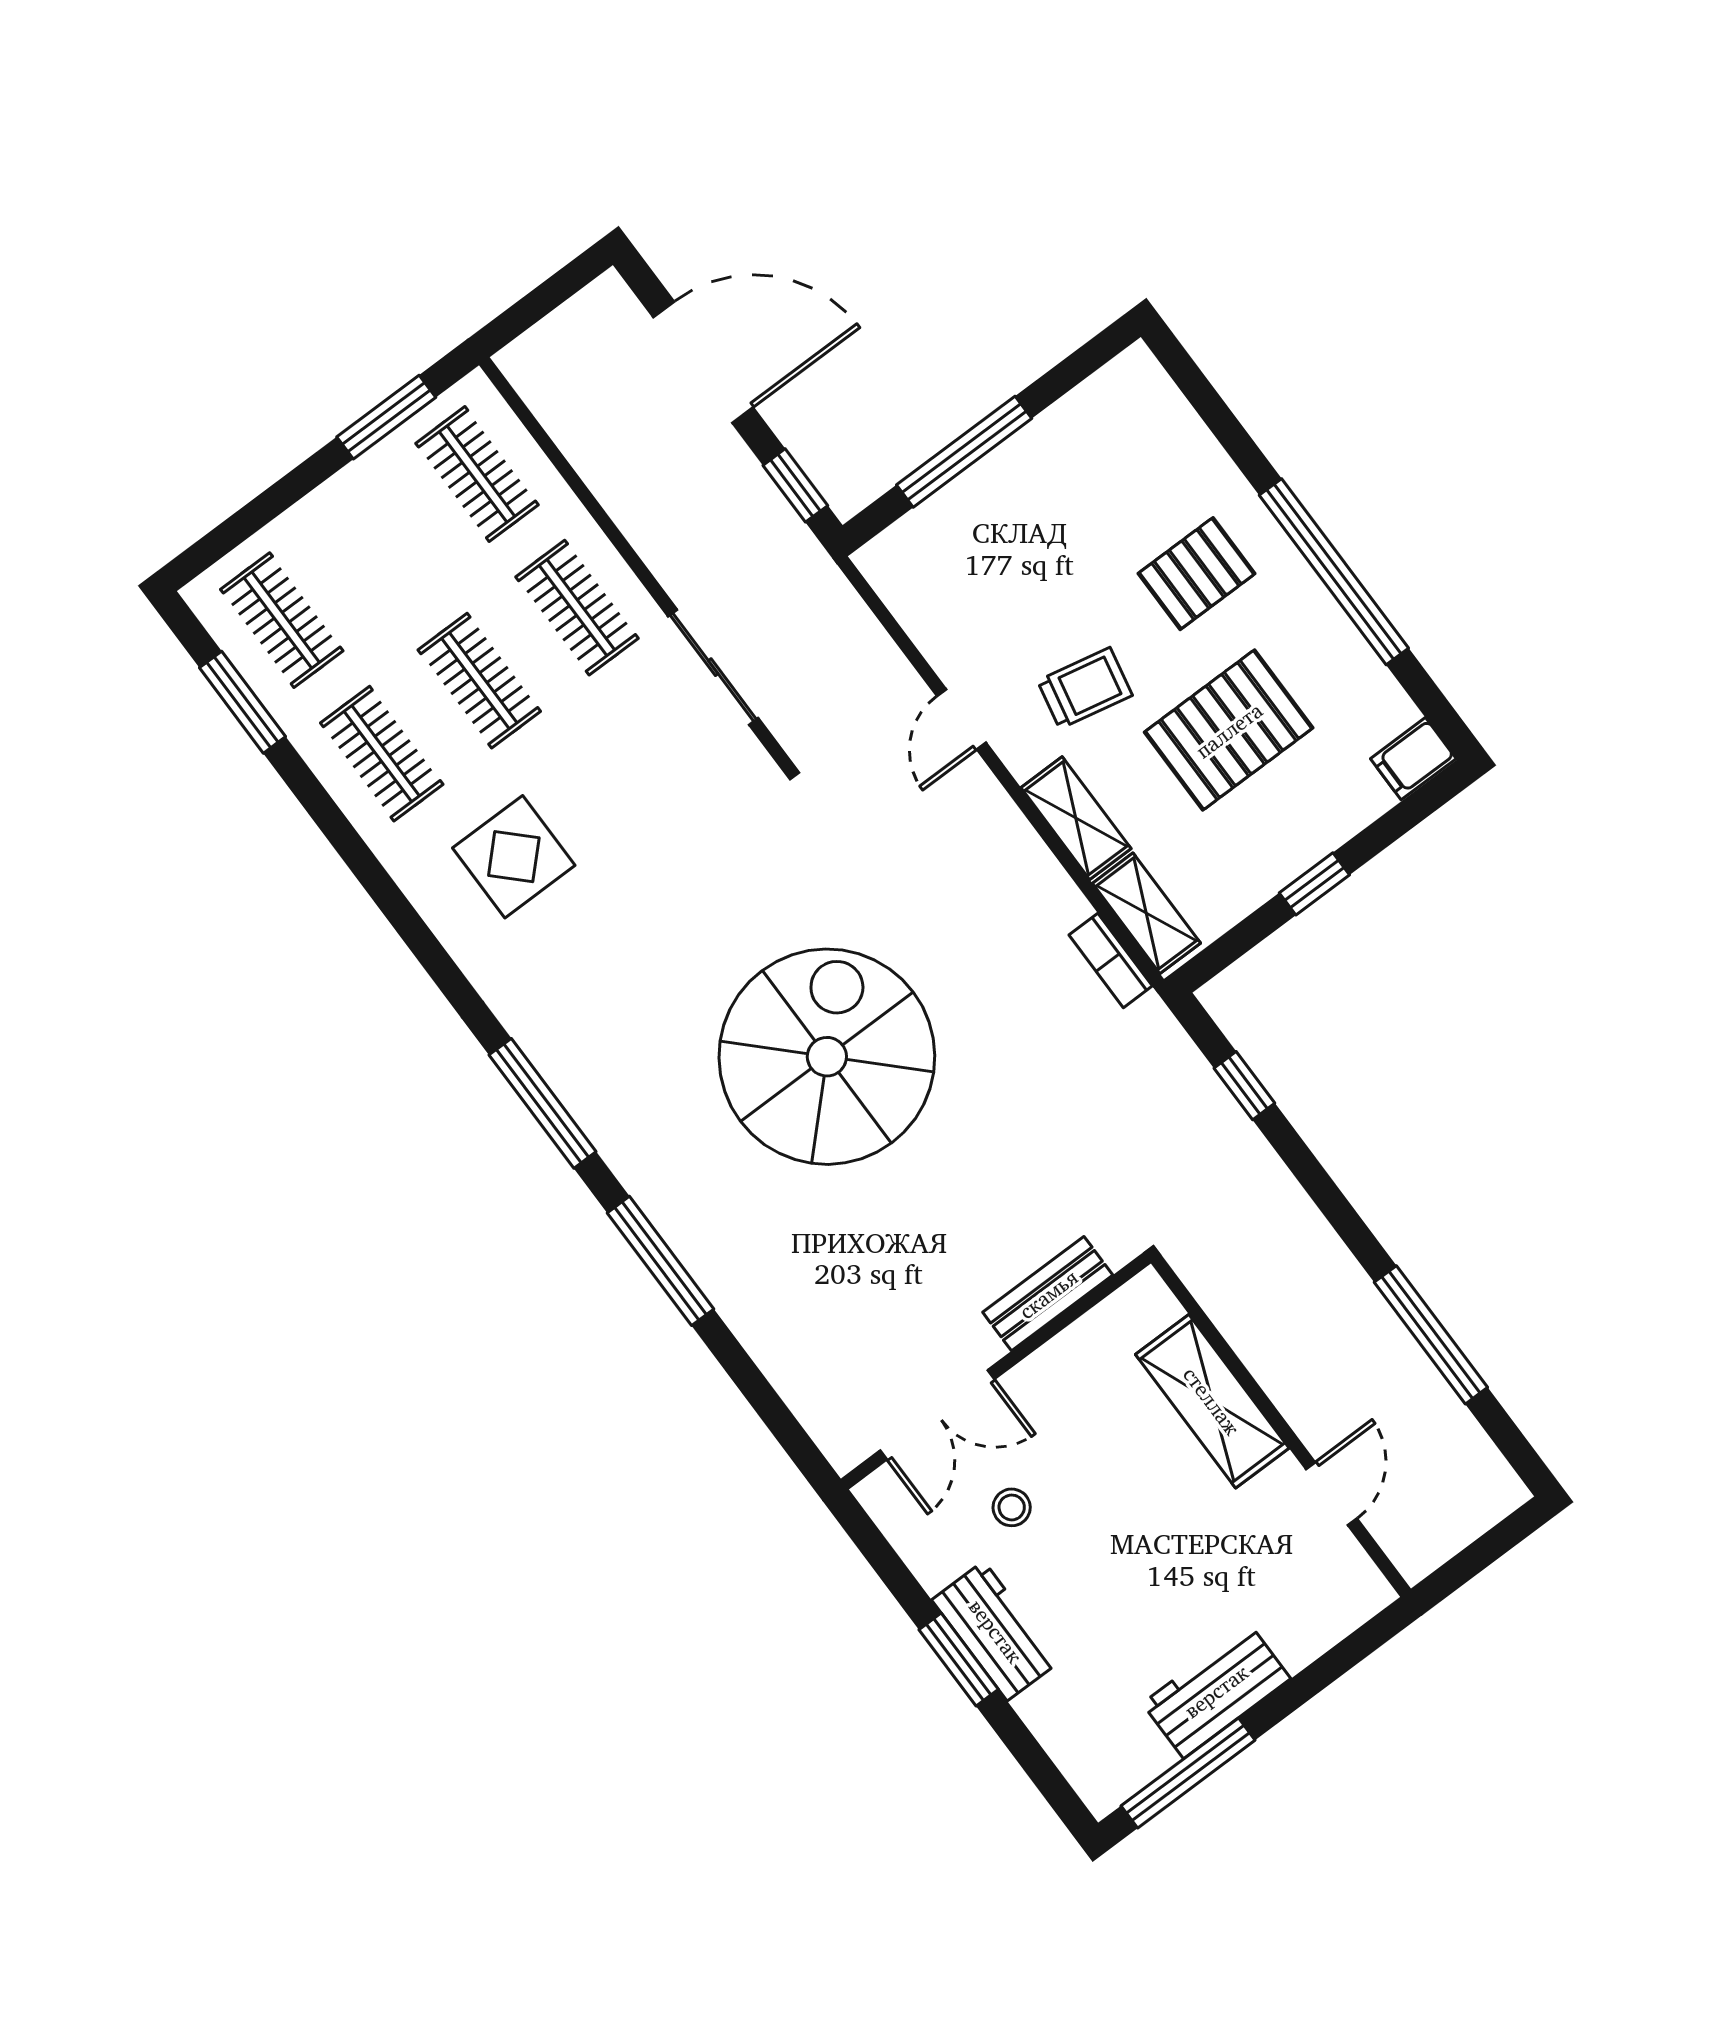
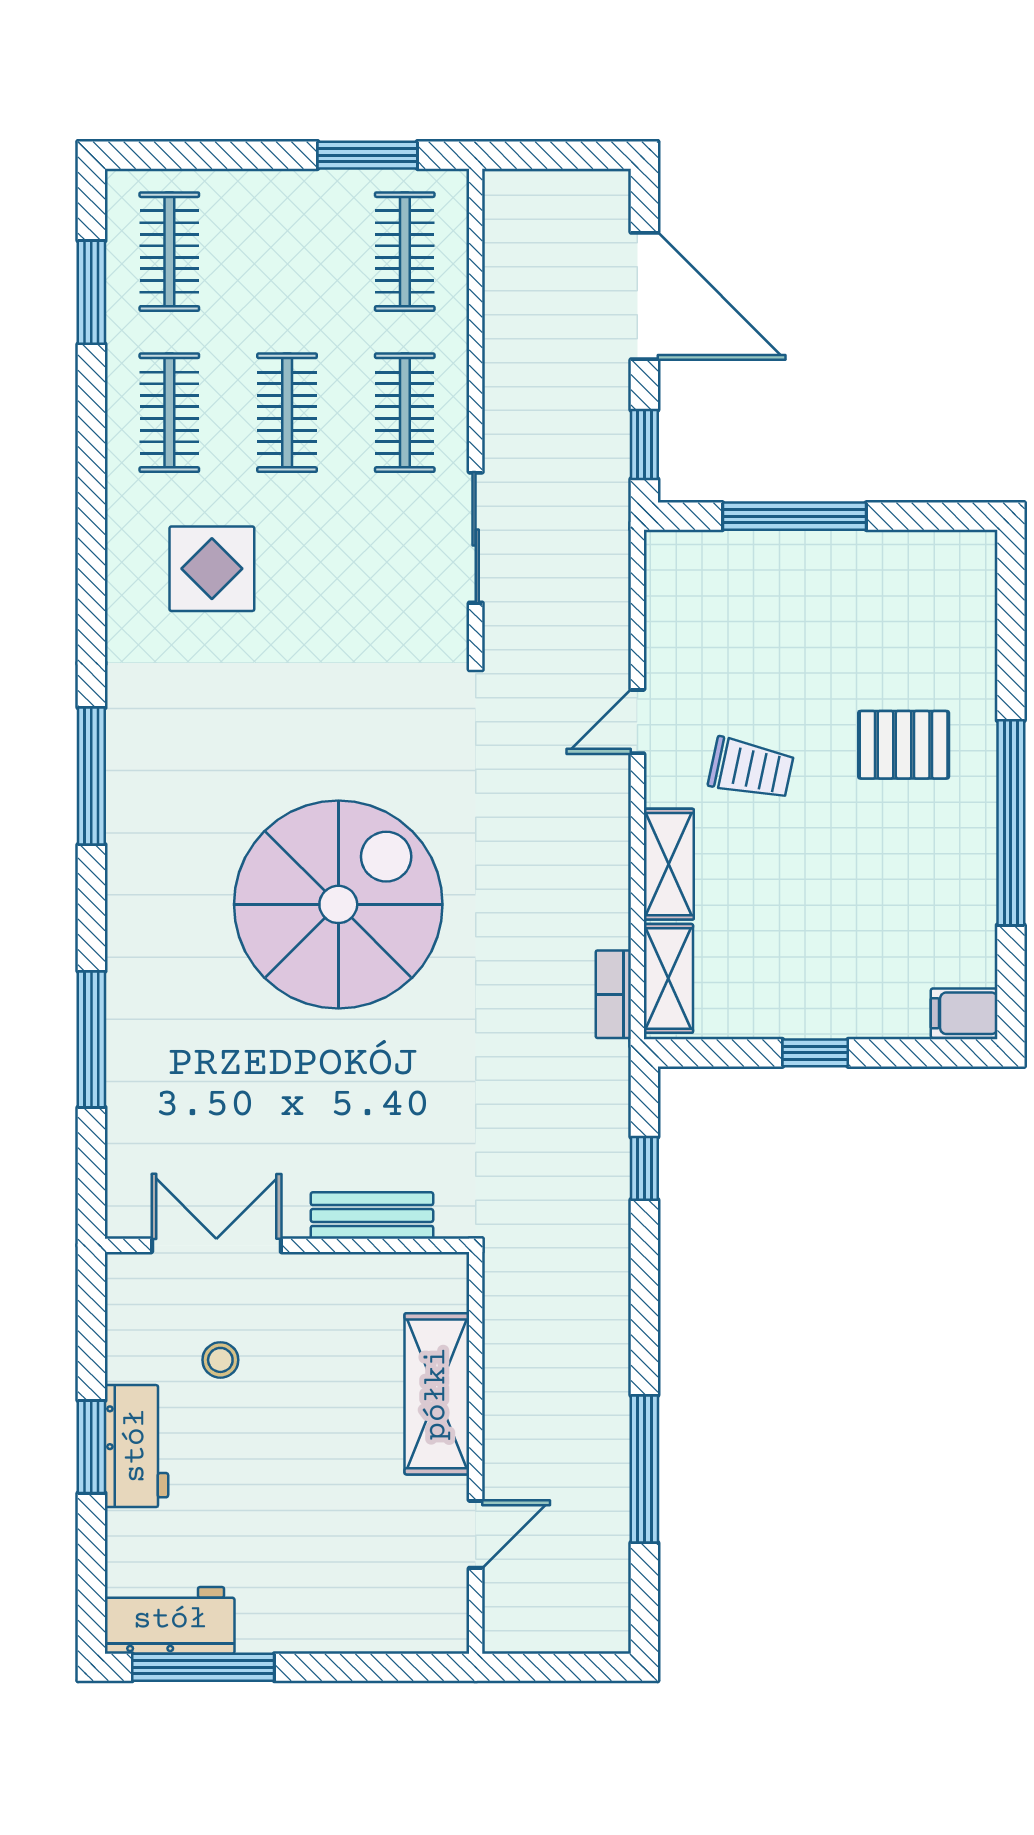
pallet: (1229, 730) -> (838, 884), removed
window: (660, 1261) -> (91, 1039), moved
double door: (937, 1415) -> (216, 1245), swing flipped
workbench: (1216, 1691) -> (170, 1620), moved

